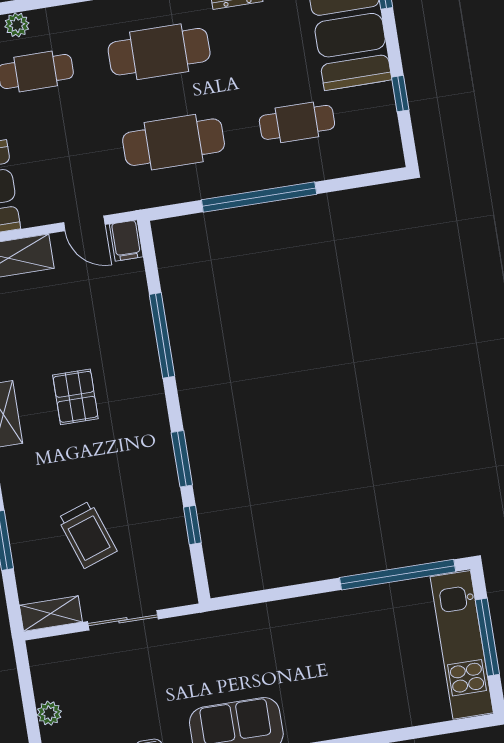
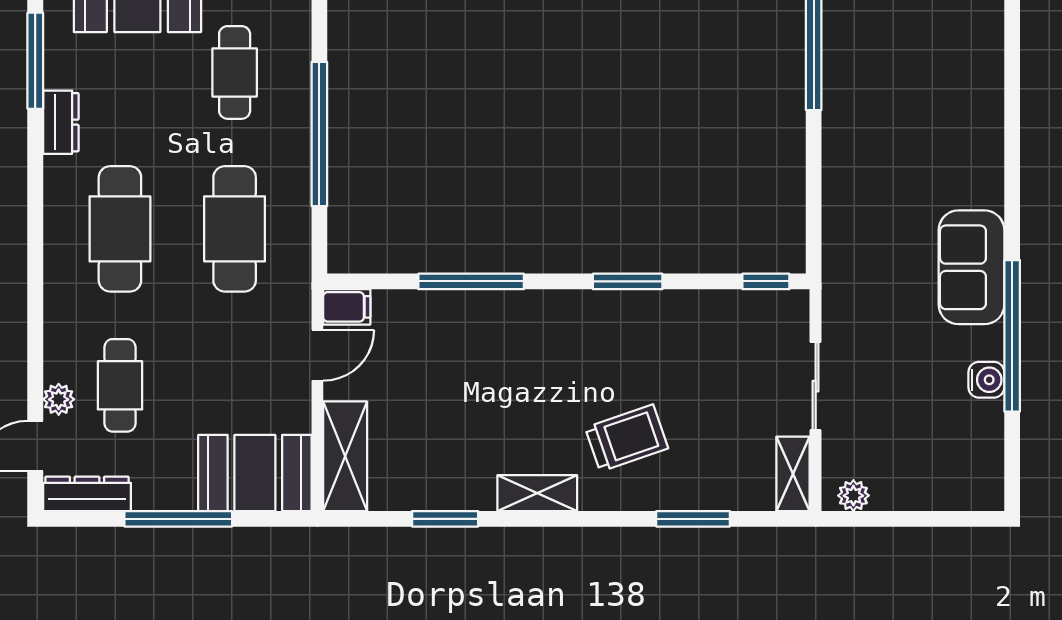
pallet: (75, 397) -> (530, 401), removed
window: (192, 525) -> (766, 281), moved
trolley: (87, 535) -> (627, 438), moved
plant: (49, 713) -> (853, 496), moved

